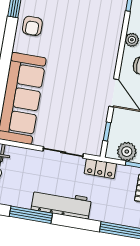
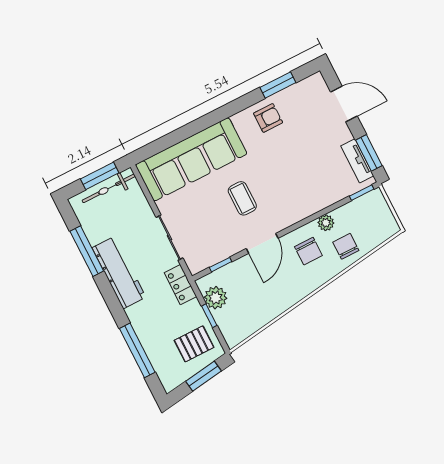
armchair: (32, 26) -> (268, 118), turned 180
coffee table: (73, 84) -> (242, 198), added

